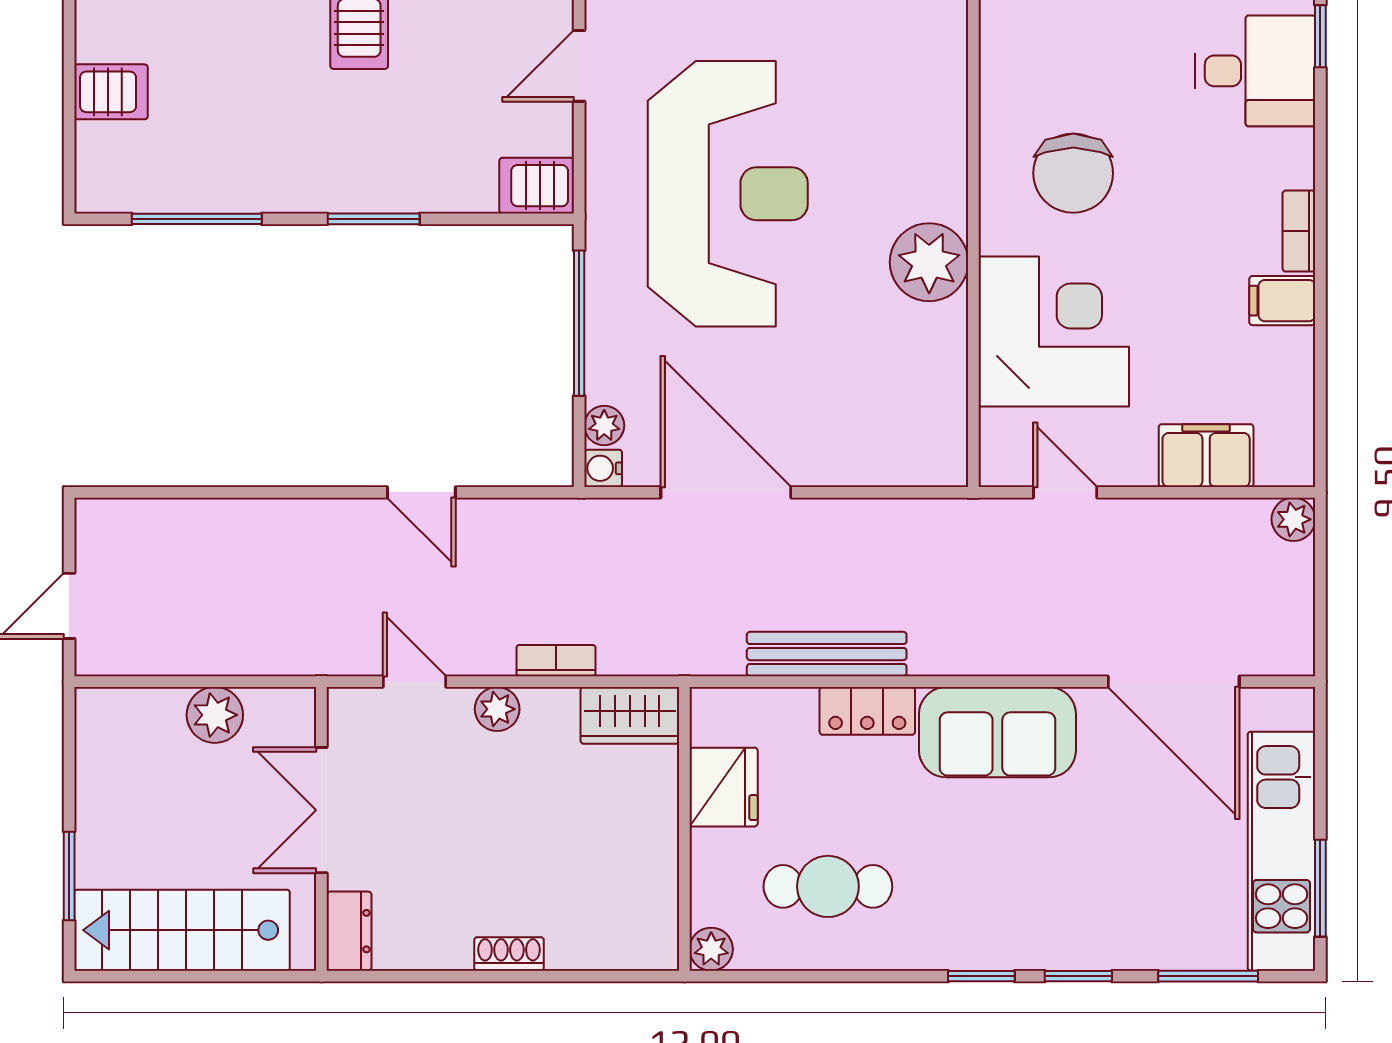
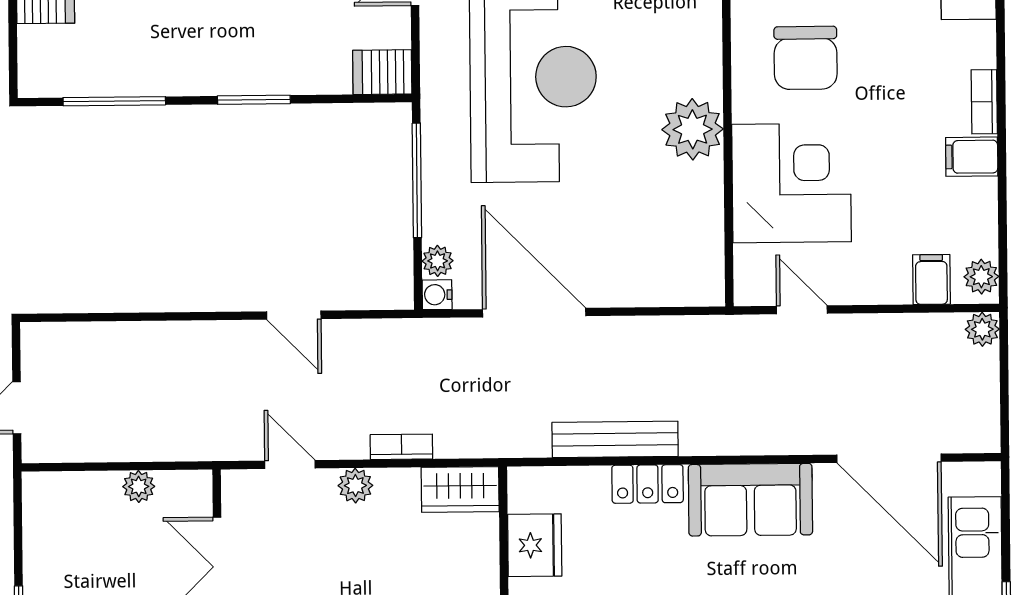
plant: (1293, 453) -> (981, 277), added
filing cabinet: (1206, 456) -> (931, 279), width x0.50
plant: (215, 715) -> (139, 486), width x0.73, depth x0.73

